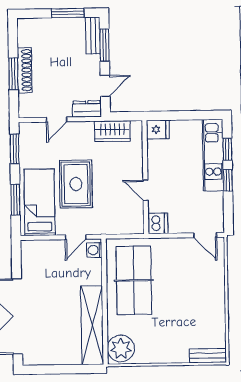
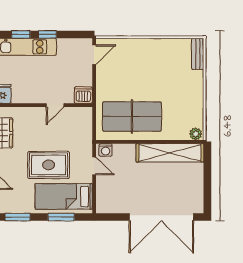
plant: (121, 348) -> (196, 134), width x0.53, depth x0.53

